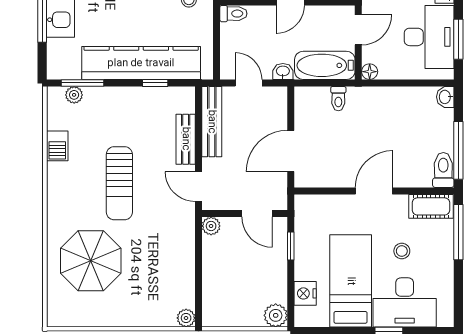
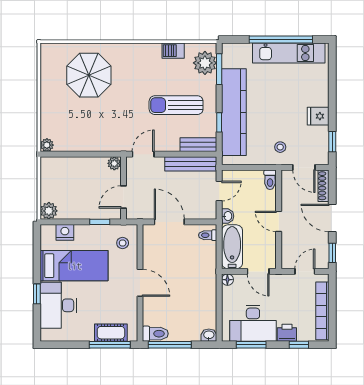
plant: (74, 95) -> (205, 63), width x1.88, depth x1.88
toilet: (338, 99) -> (208, 235), moved
bench: (186, 139) -> (198, 145), moved
sun lounger: (119, 183) -> (176, 105), moved
cot: (431, 206) -> (111, 333), moved, turned 90
stool: (402, 251) -> (123, 243), moved

